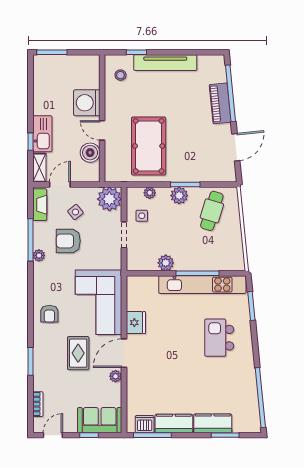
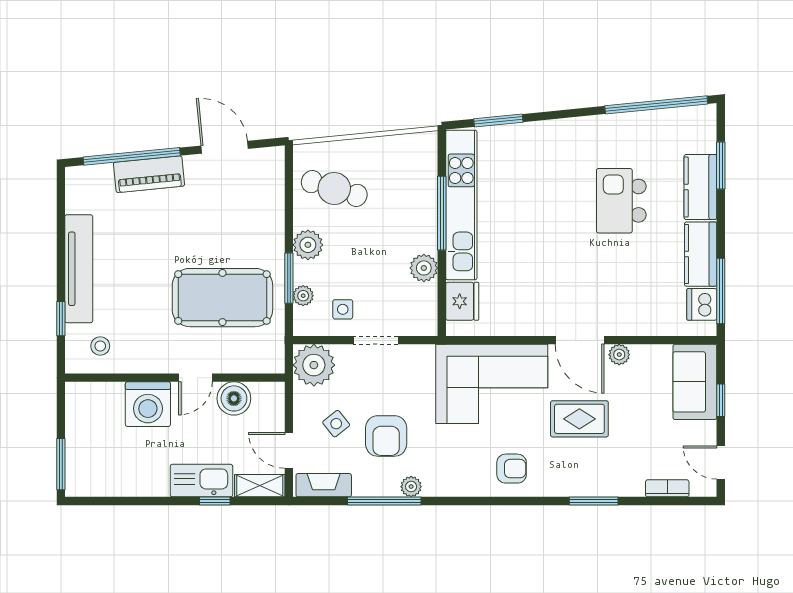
window: (185, 185) -> (289, 278), moved
fridge: (136, 323) -> (462, 301), moved, turned 90
kitchen island: (219, 338) -> (621, 201), moved, turned 90

